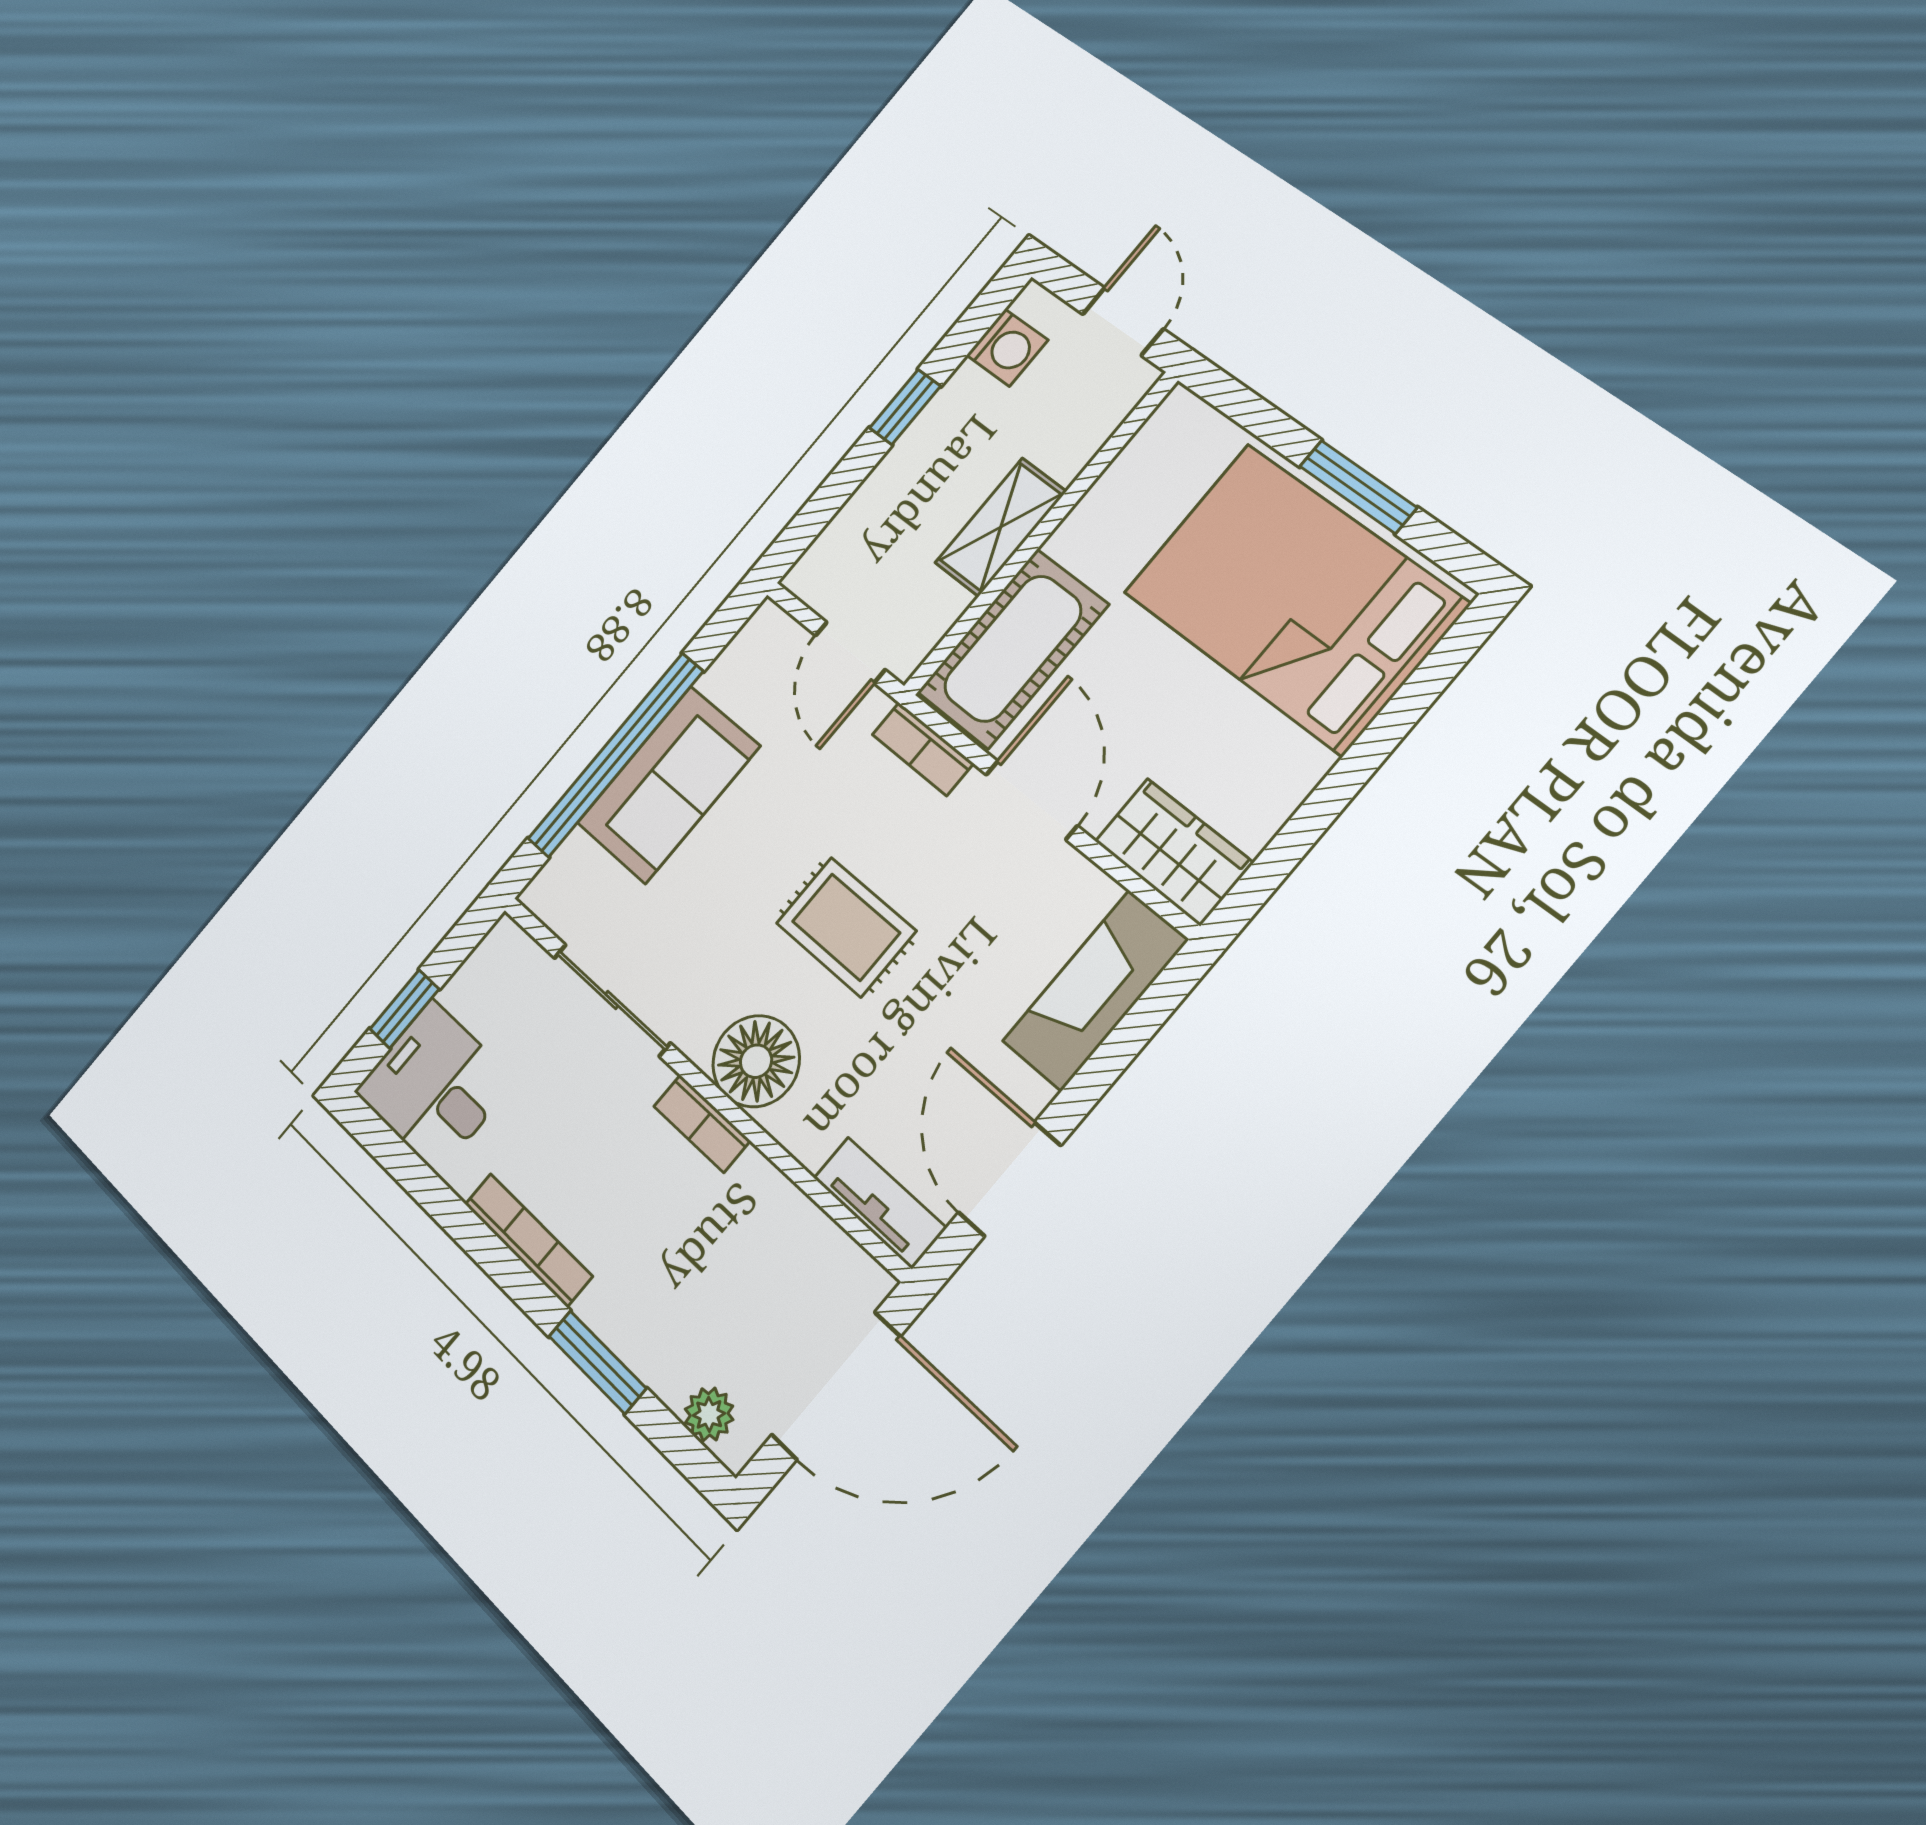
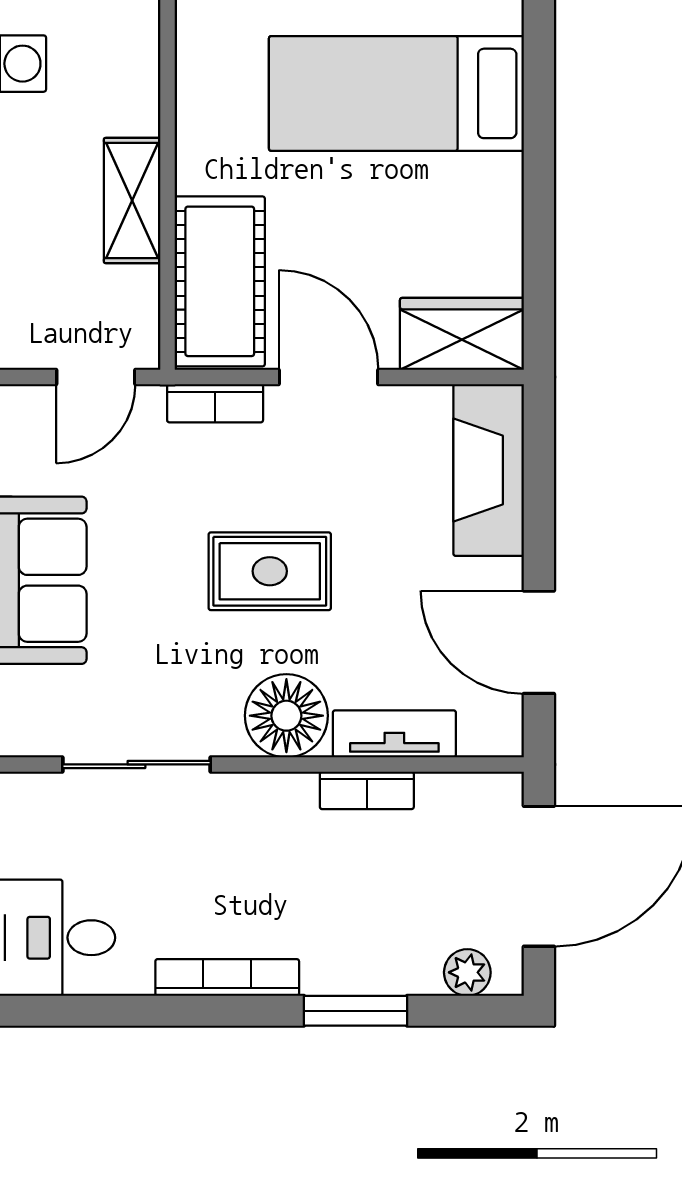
bed: (1294, 598) -> (396, 93), width x0.67
door: (850, 652) -> (96, 377), hinge flipped
bookcase: (702, 1123) -> (367, 790), moved
tv unit: (880, 1203) -> (394, 734), moved

